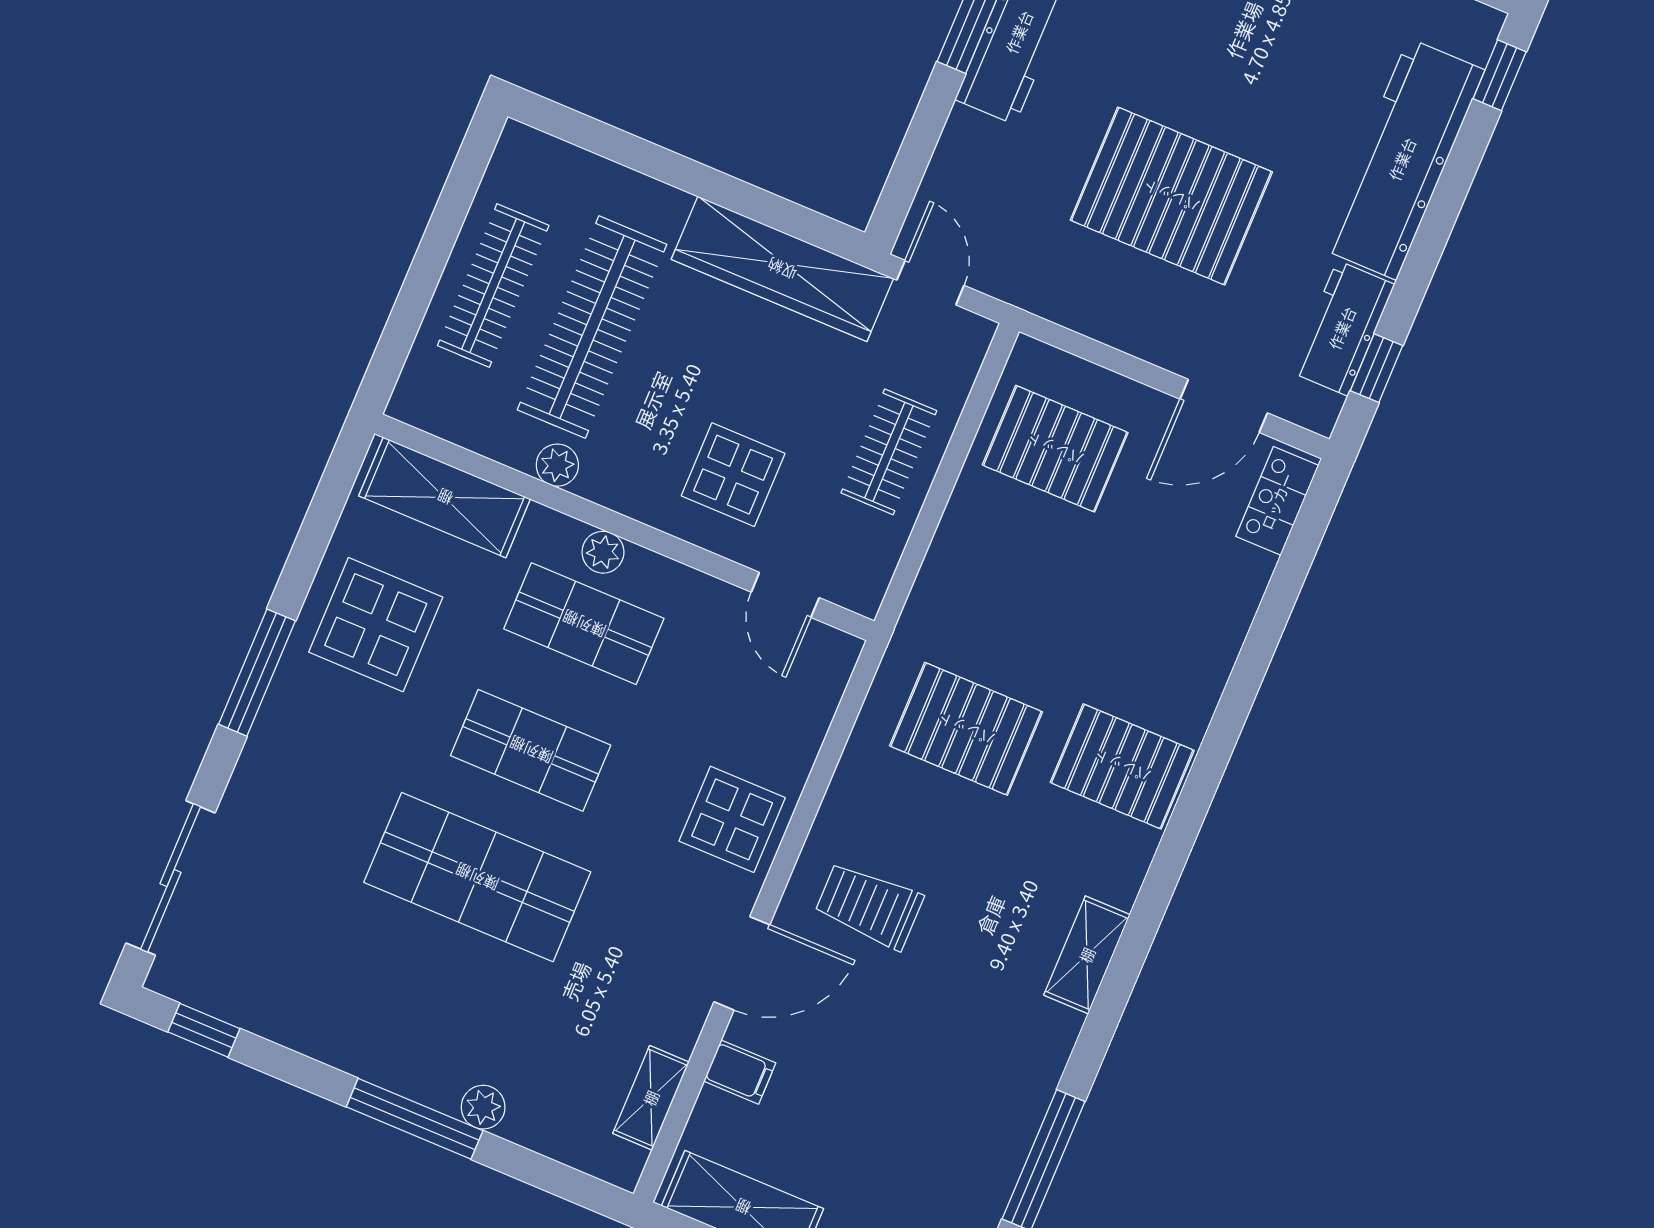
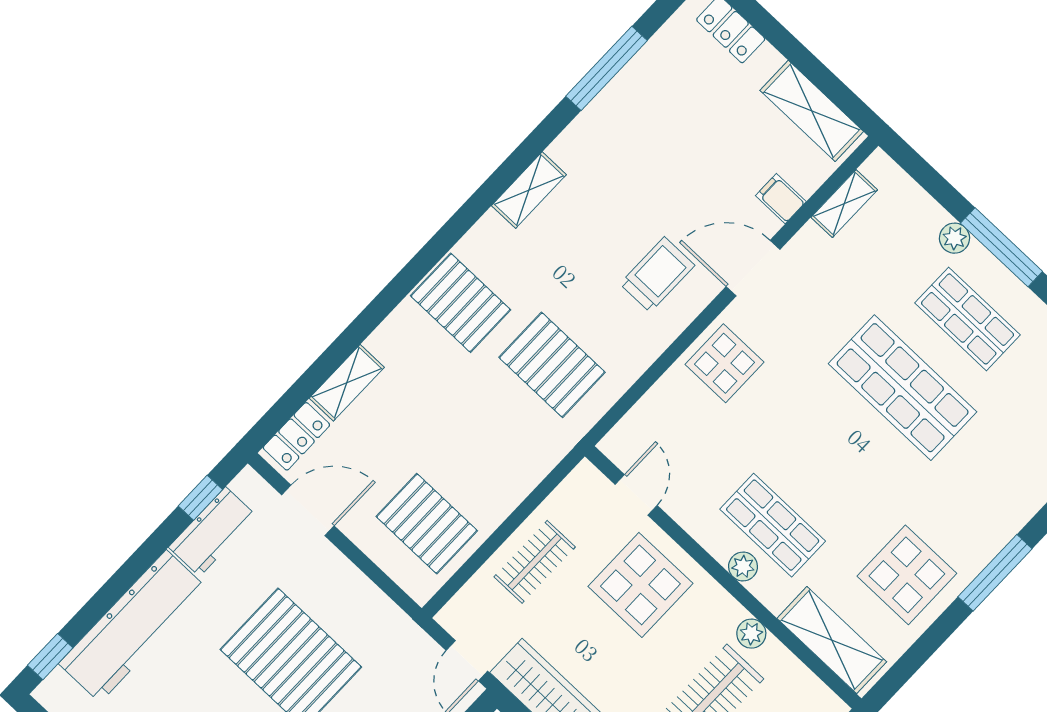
display table: (733, 475) -> (640, 585), width x1.36, depth x1.36
shelving: (1236, 600) -> (347, 383), added
shop shelf: (531, 750) -> (968, 319), moved
trolley: (869, 905) -> (657, 275), turned -90

